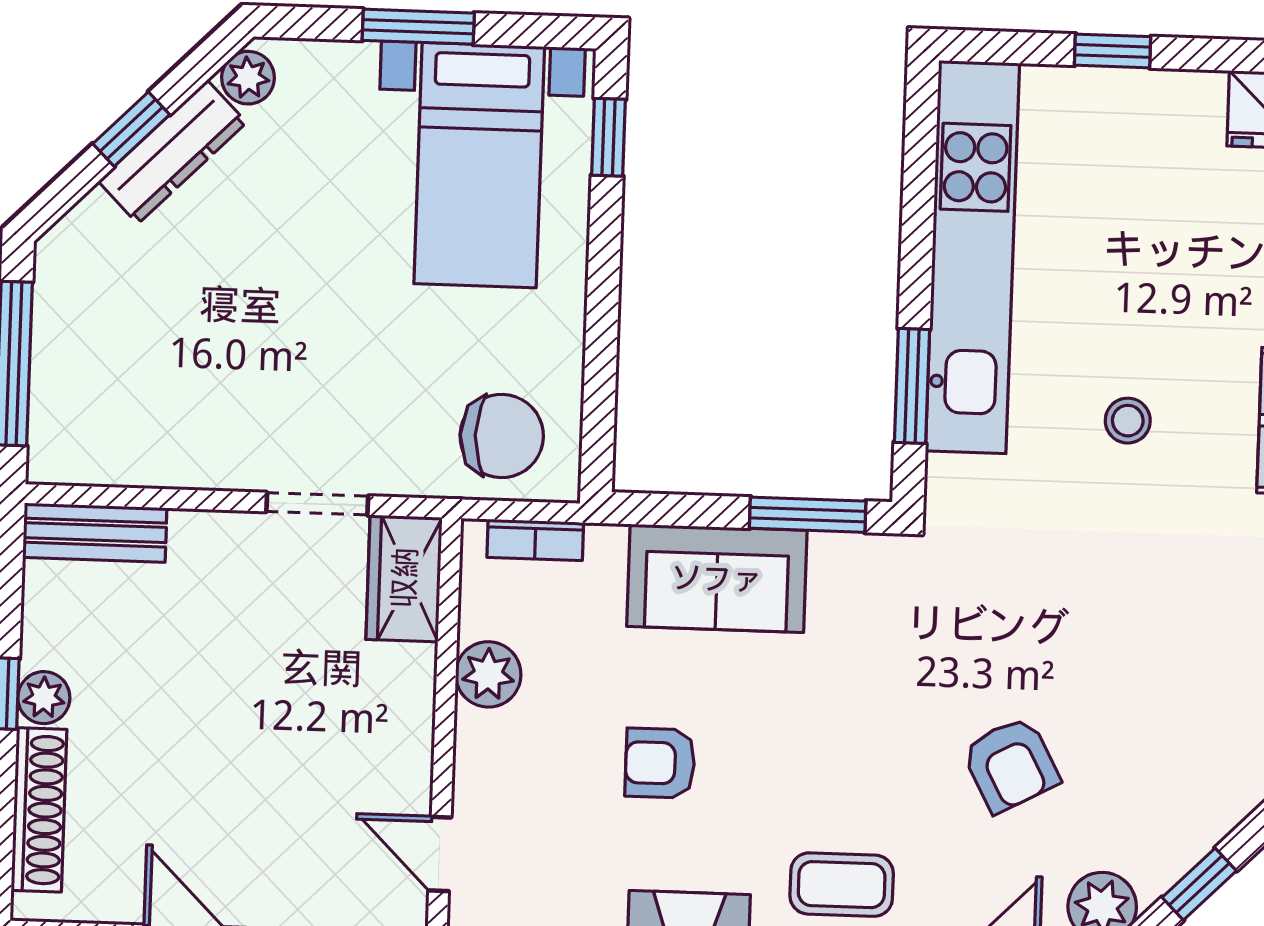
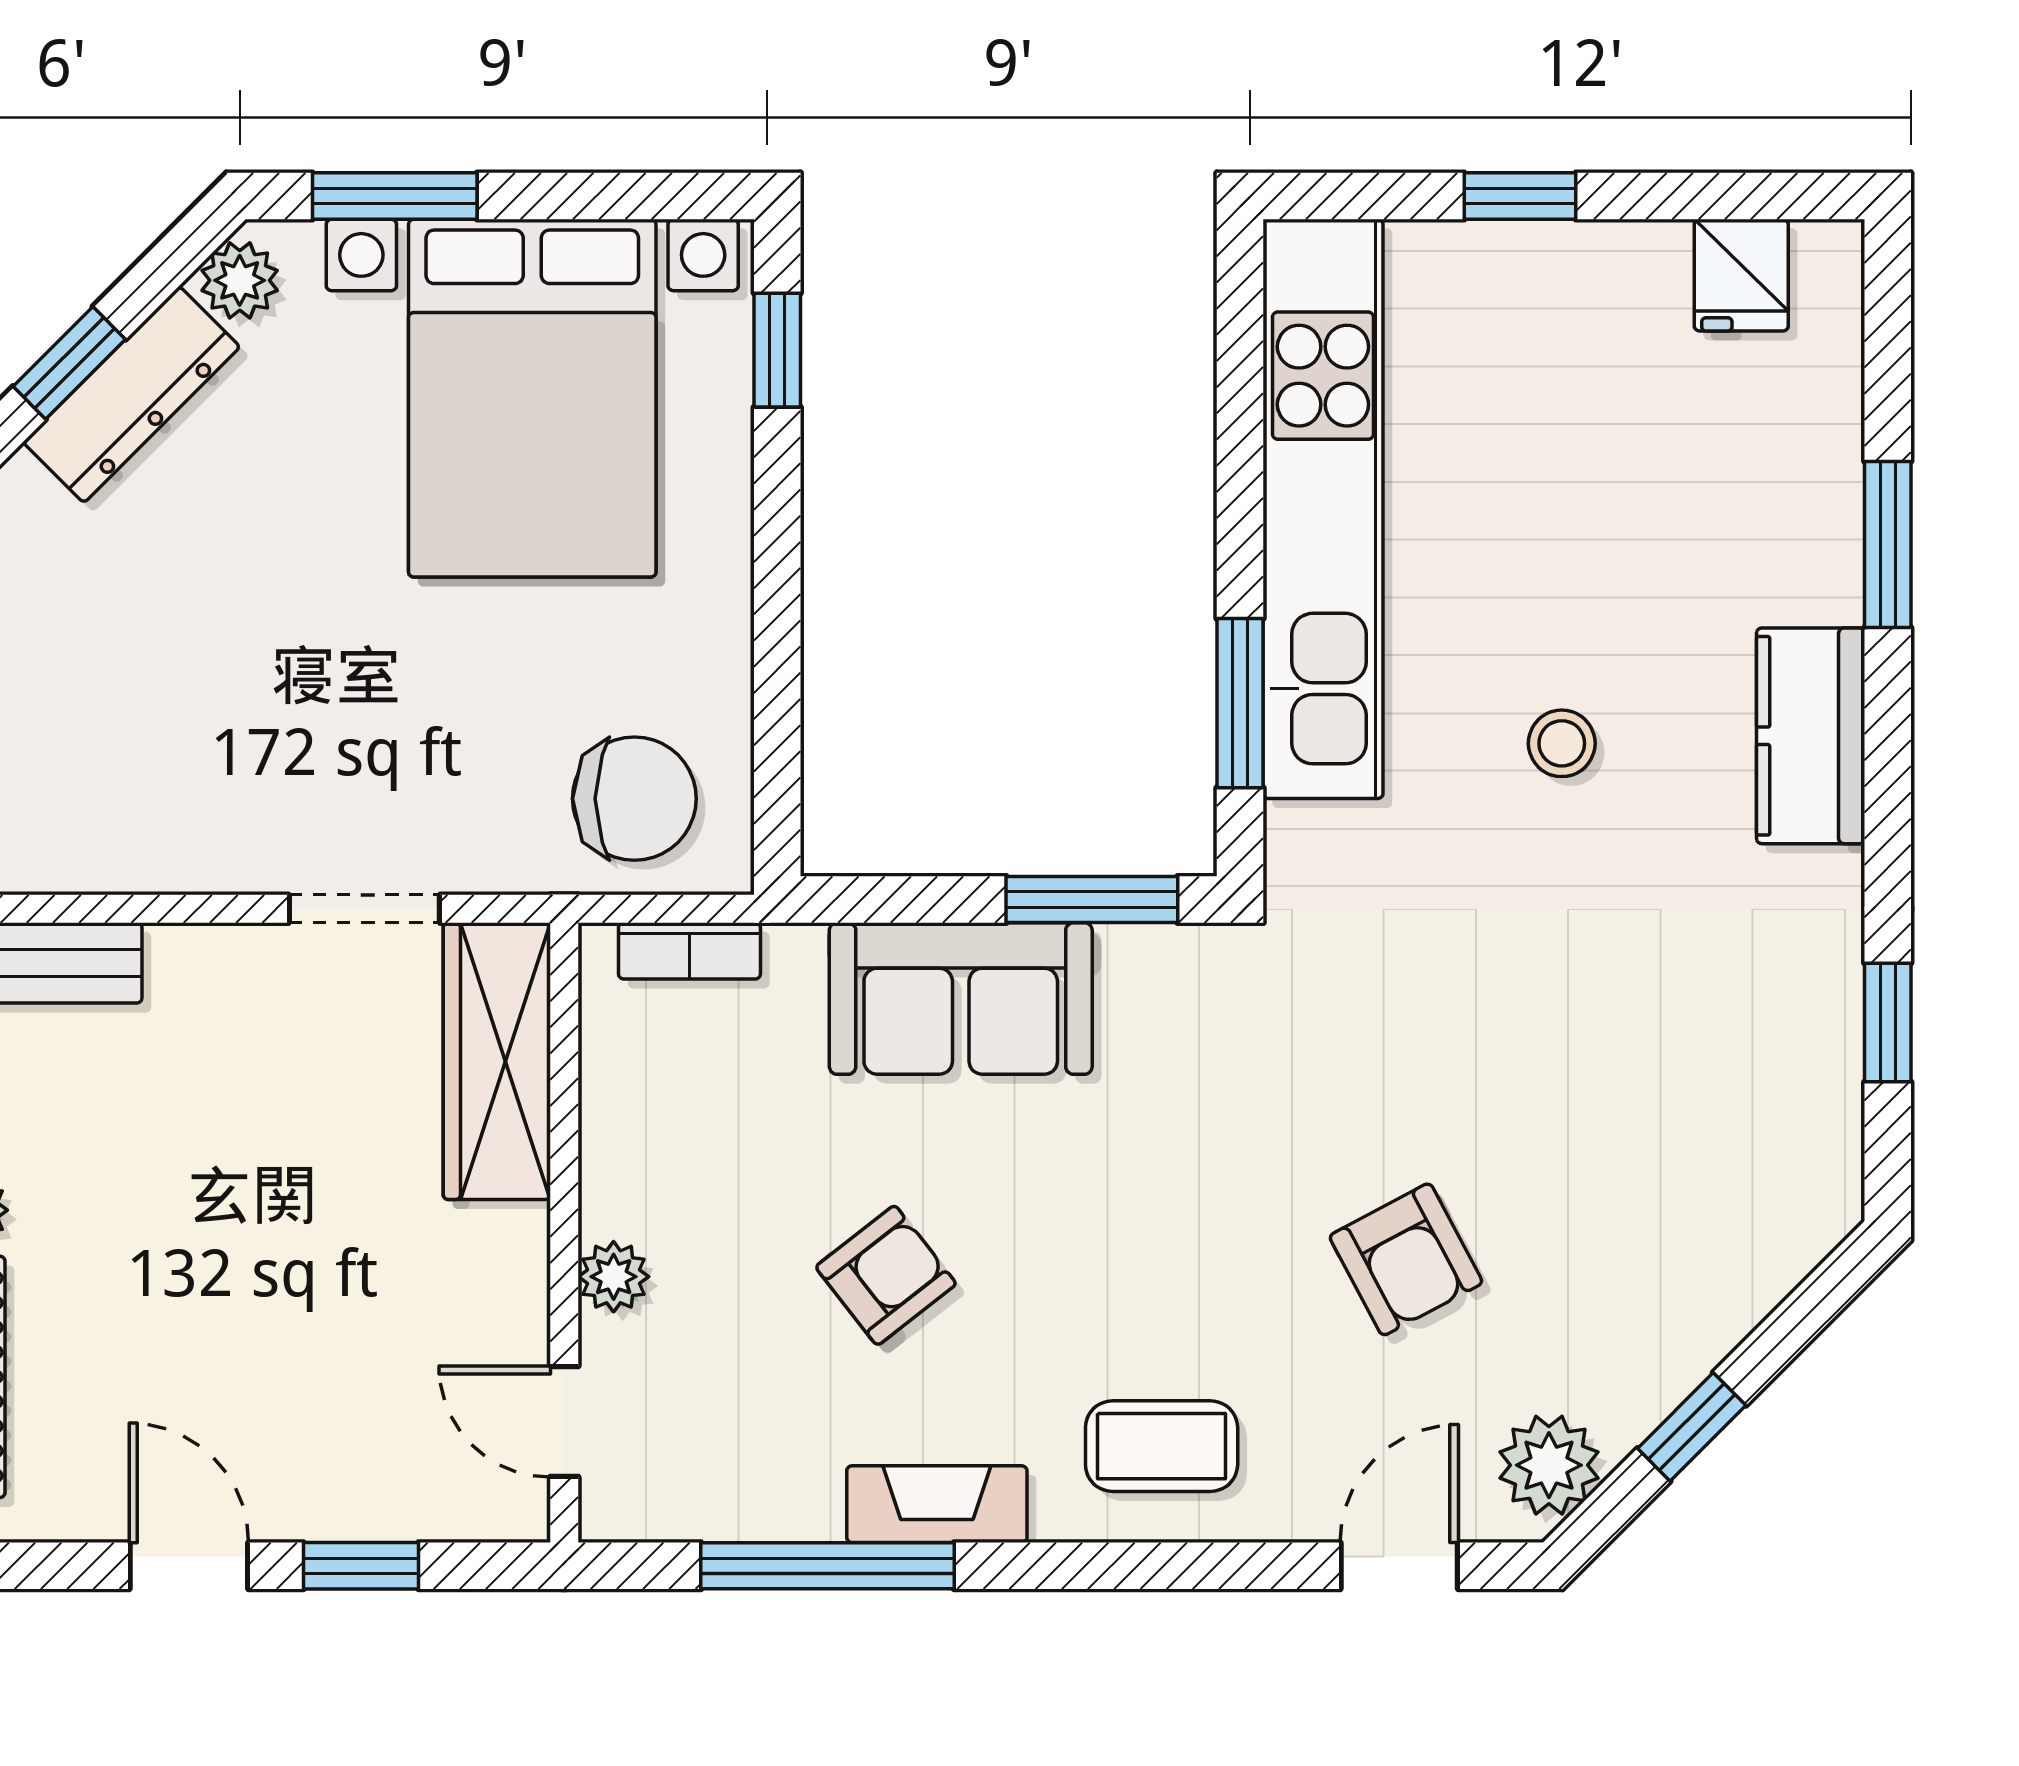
window: (418, 27) -> (395, 196), moved
bed with nightstands: (479, 165) -> (532, 398), width x1.36
wardrobe: (404, 578) -> (497, 1061), width x1.50
plant: (488, 674) -> (614, 1277), moved, width x0.73, depth x0.73
armchair: (660, 763) -> (886, 1275), turned 142

